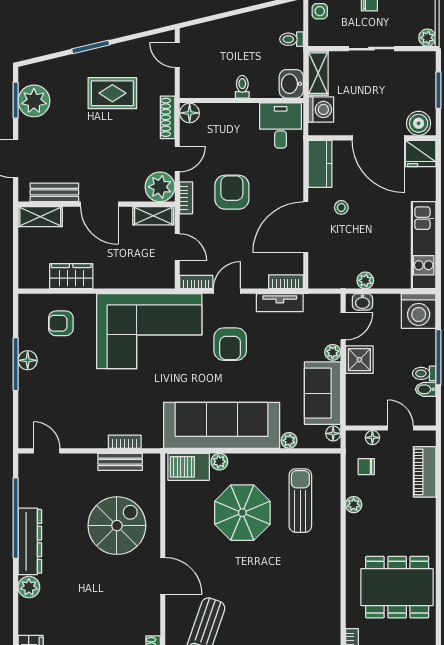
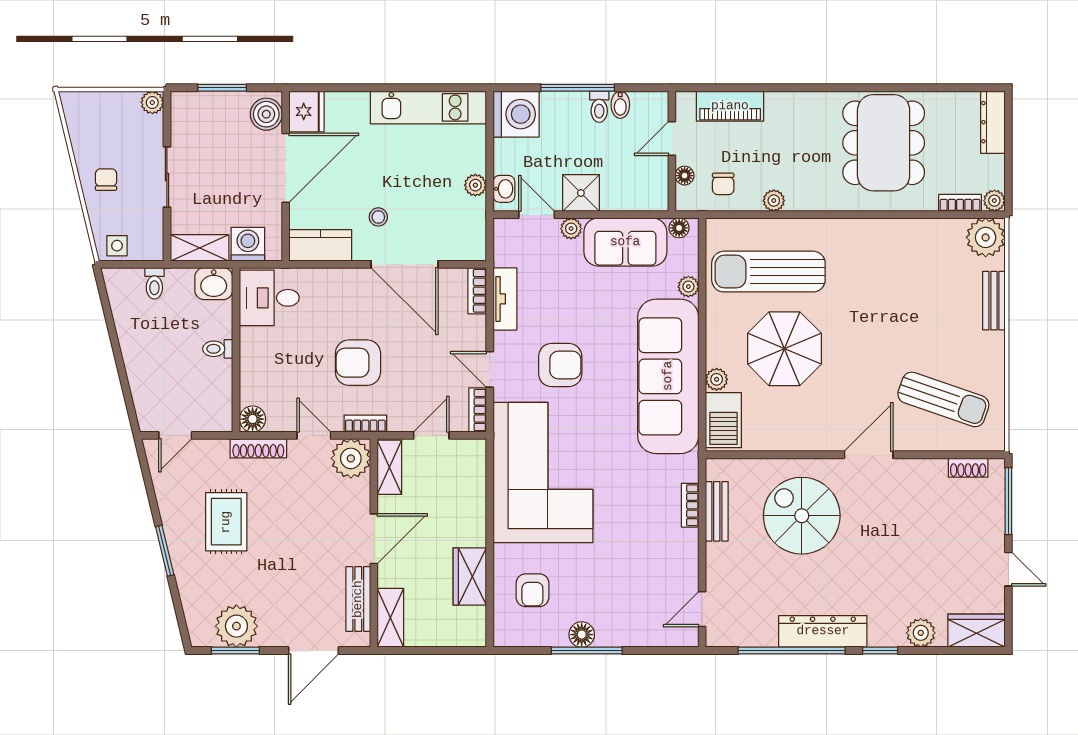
sun lounger: (300, 501) -> (768, 272), width x1.36, depth x1.34
window: (16, 584) -> (880, 651), added
plant: (29, 587) -> (921, 633), moved

